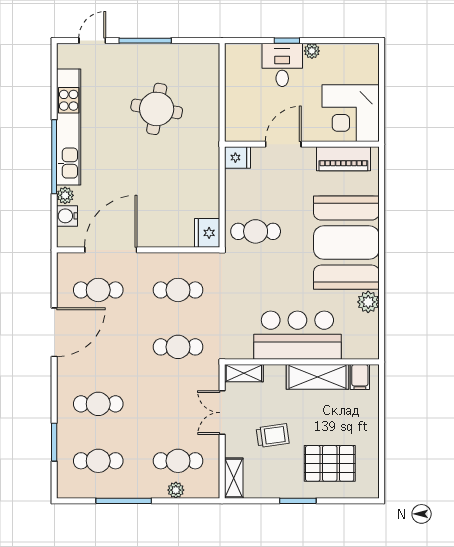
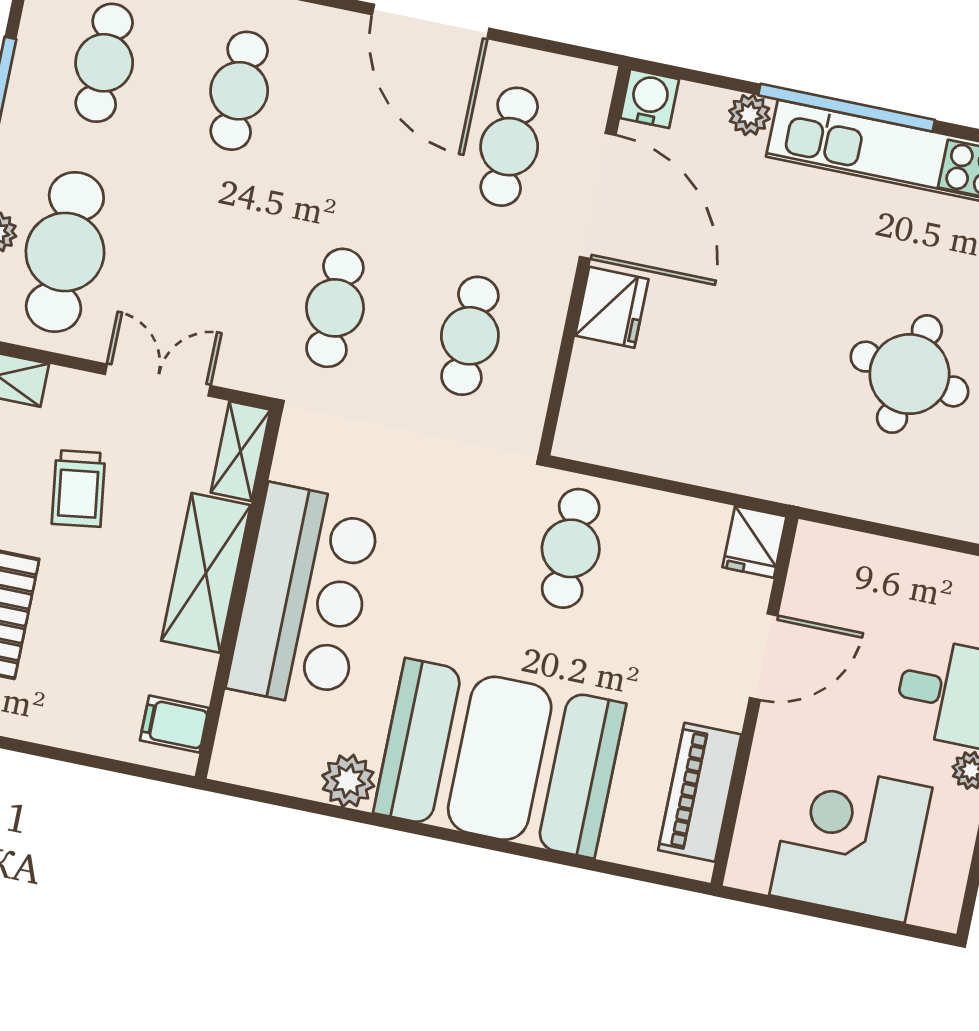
corner desk: (351, 113) -> (851, 841), moved
door: (283, 144) -> (764, 657), hinge flipped
water cooler: (67, 216) -> (650, 99), moved
fridge: (207, 233) -> (612, 307), moved, turned 90
shelving: (318, 377) -> (206, 573), moved
cafe table: (178, 461) -> (65, 252), width x1.37, depth x1.35

